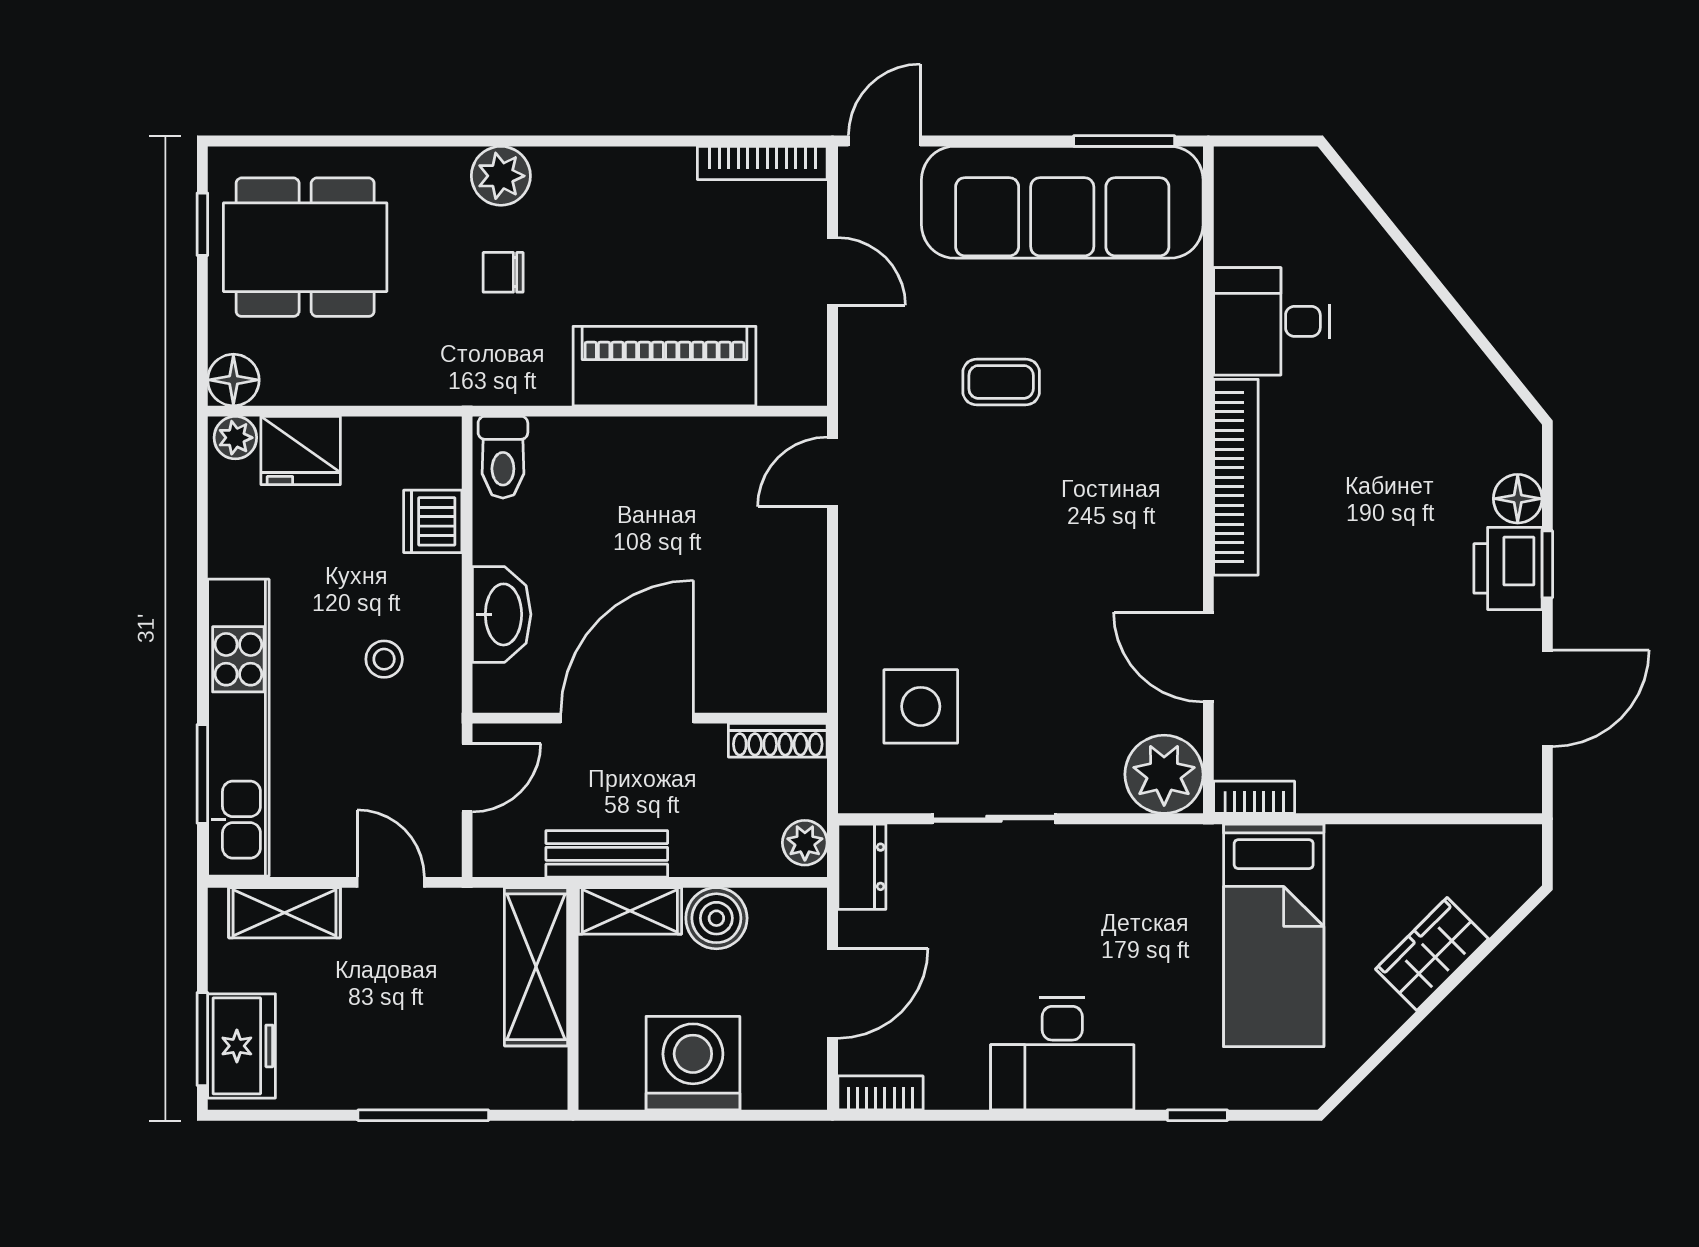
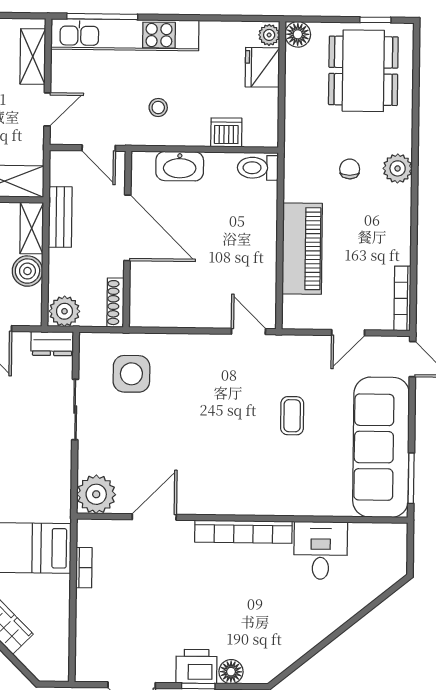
window: (202, 774) -> (102, 17), width x1.44
bookcase: (1254, 797) -> (84, 568), moved
plant: (805, 843) -> (64, 311), width x1.38, depth x1.38

